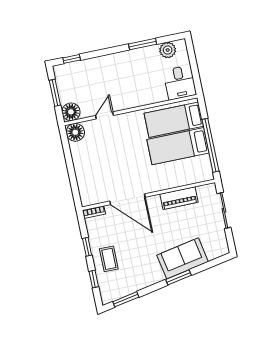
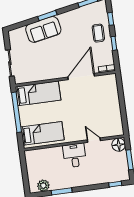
desk: (180, 83) -> (75, 155), moved
door: (104, 115) -> (94, 140), swing flipped
floor lamp: (75, 132) -> (117, 129), removed
bed: (178, 146) -> (38, 93), moved
piano: (179, 198) -> (43, 75), removed
door: (127, 199) -> (81, 77), hinge flipped

